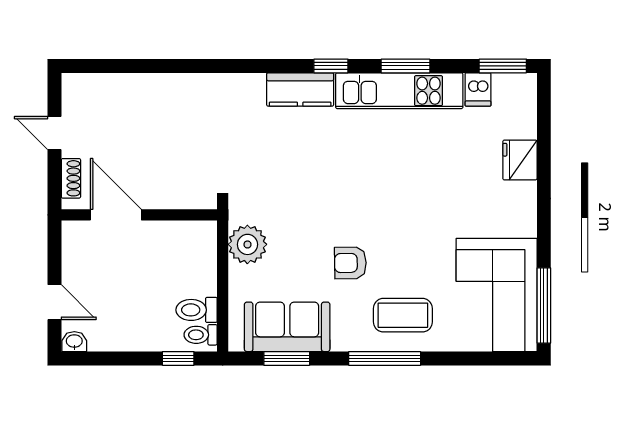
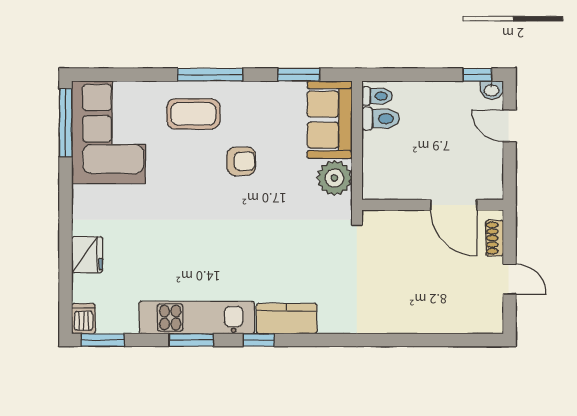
dishwasher: (478, 89) -> (84, 319), moved
sofa: (287, 327) -> (330, 120), moved, turned 90
window: (178, 358) -> (477, 75), moved

